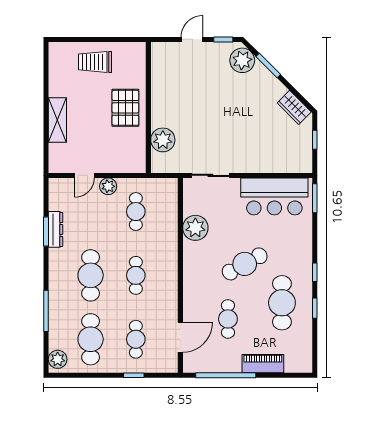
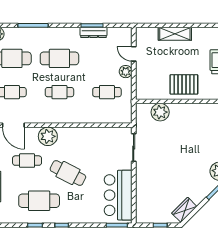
plant: (195, 228) -> (48, 136), moved
cafe table: (245, 264) -> (68, 173), turned -34

